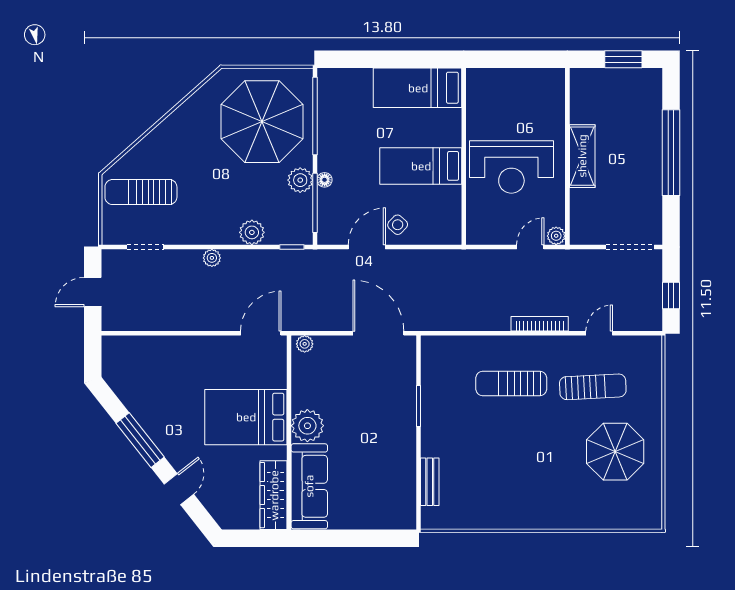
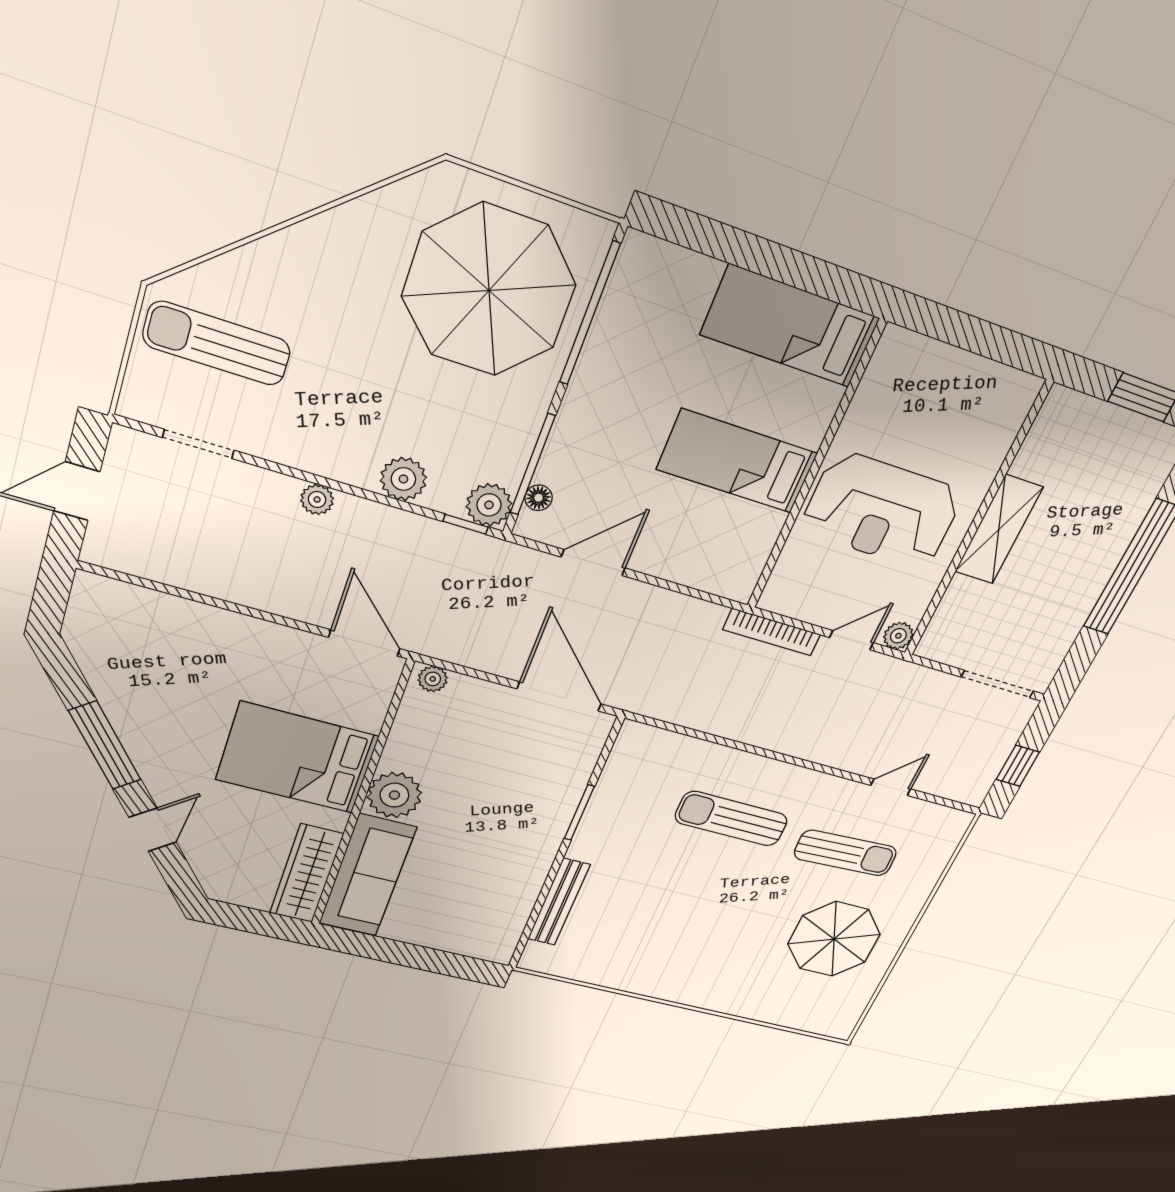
plant: (300, 180) -> (489, 505), moved
floor lamp: (325, 180) -> (539, 498), moved
side table: (398, 225) -> (658, 543), removed
bookcase: (540, 324) -> (772, 632), moved, turned 180
door: (261, 333) -> (364, 643), hinge flipped
bench: (430, 482) -> (559, 902), width x1.36

